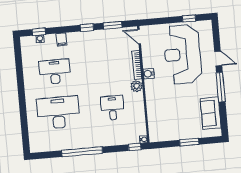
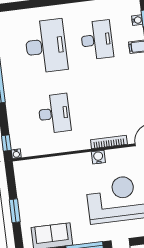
plant: (137, 86) -> (82, 143), removed
desk: (112, 108) -> (54, 113), width x1.37

